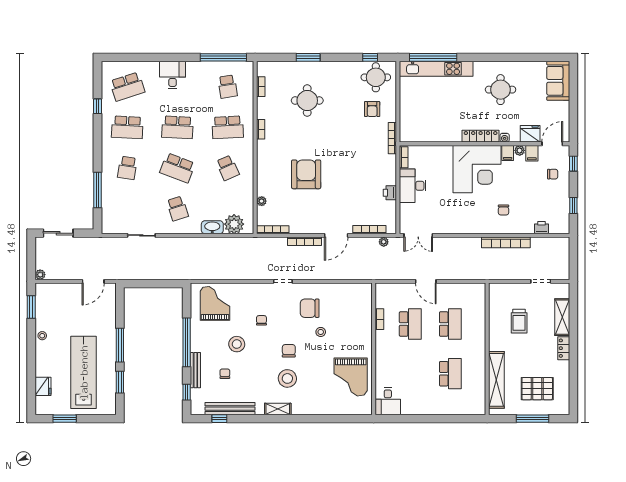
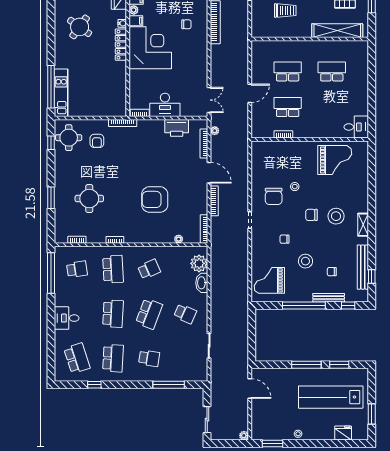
kitchen unit: (436, 69) -> (61, 93), width x0.73
round table: (501, 90) -> (80, 27), turned 36
armchair: (372, 109) -> (97, 141), turned 90
printer: (390, 193) -> (177, 128), width x1.87, depth x1.48
school desk: (177, 209) -> (185, 314), turned 42

